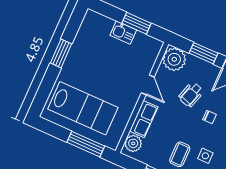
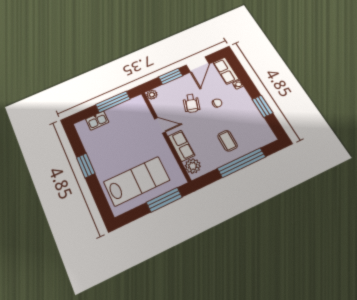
window: (136, 23) -> (113, 102), width x1.44
kitchen sink: (123, 33) -> (97, 121), moved
plant: (174, 59) -> (152, 95), width x0.53, depth x0.53
side table: (205, 156) -> (243, 125), removed

